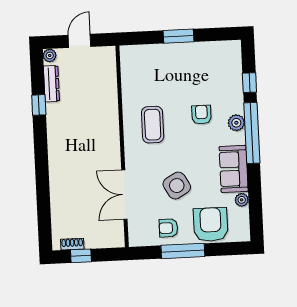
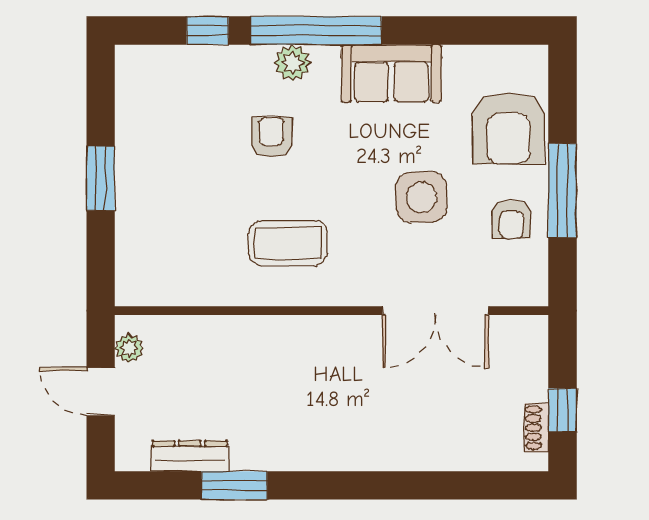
plant: (50, 55) -> (129, 348), moved
window: (39, 105) -> (234, 485), width x1.50
armchair: (201, 115) -> (271, 137), turned 90
side table: (177, 186) -> (421, 197), turned 30
plant: (242, 200) -> (459, 59), removed
armchair: (211, 225) -> (508, 128), turned -90

